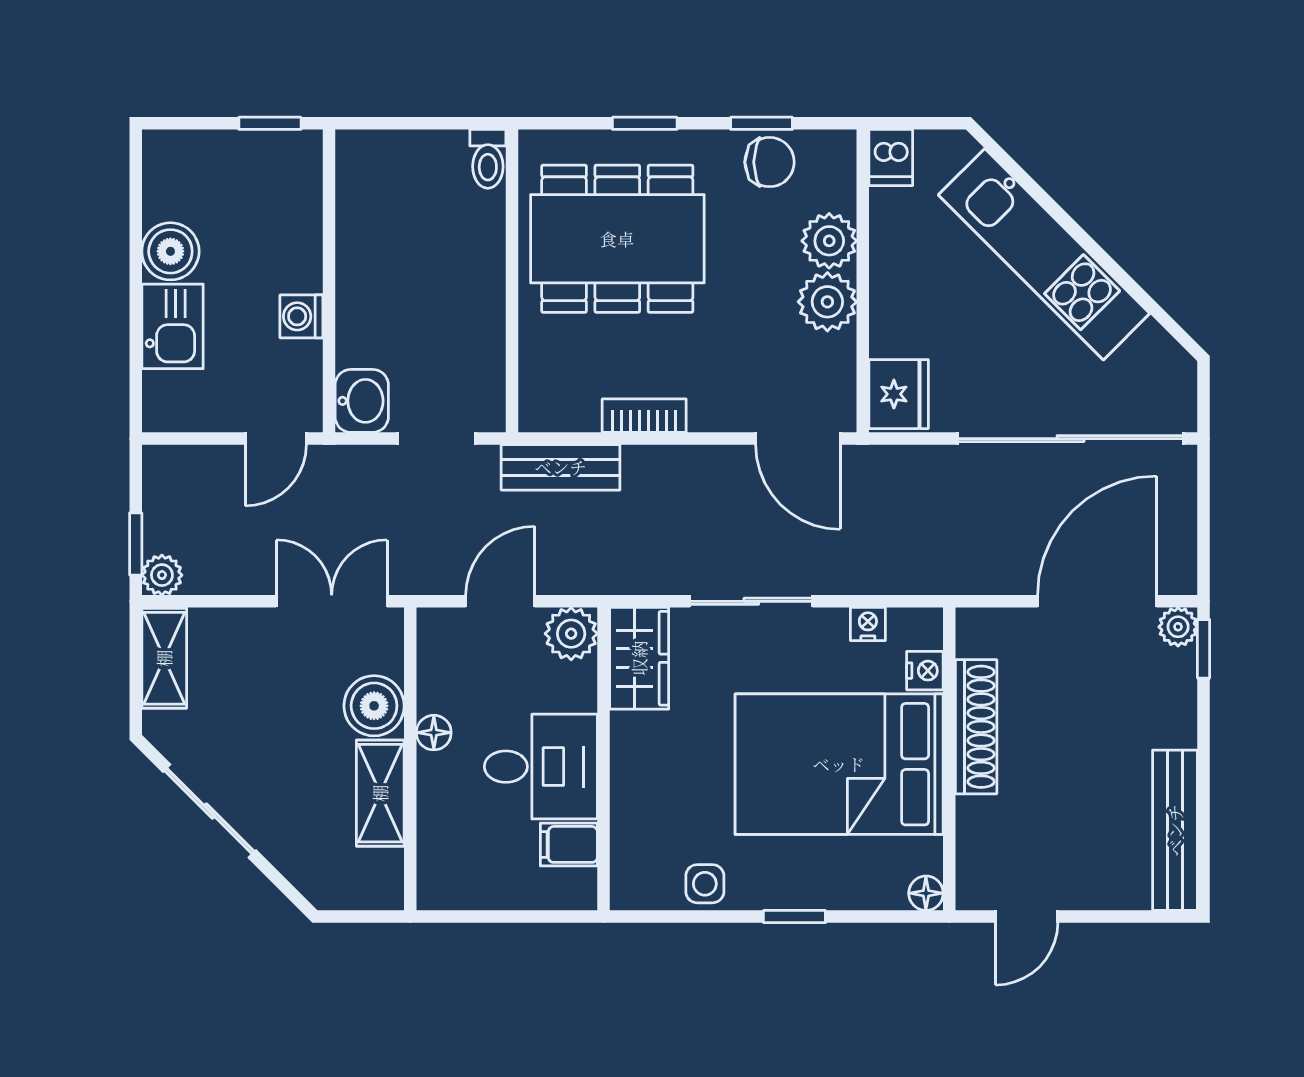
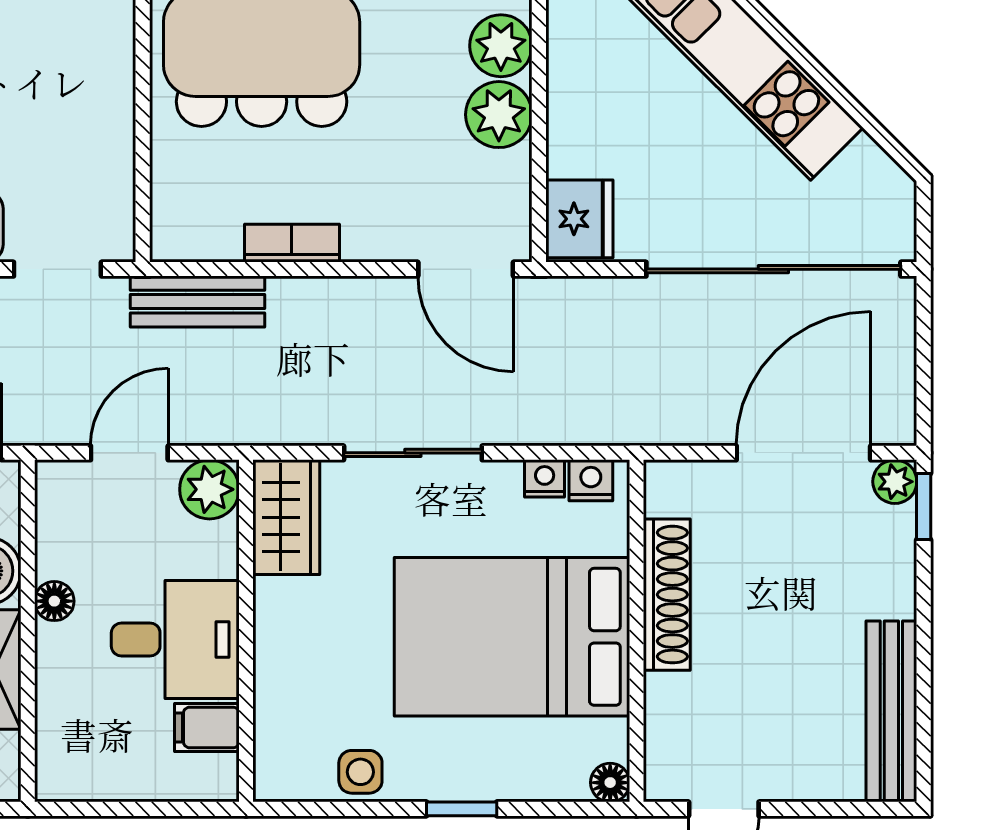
nightstand: (925, 671) -> (591, 480), moved, turned -90

